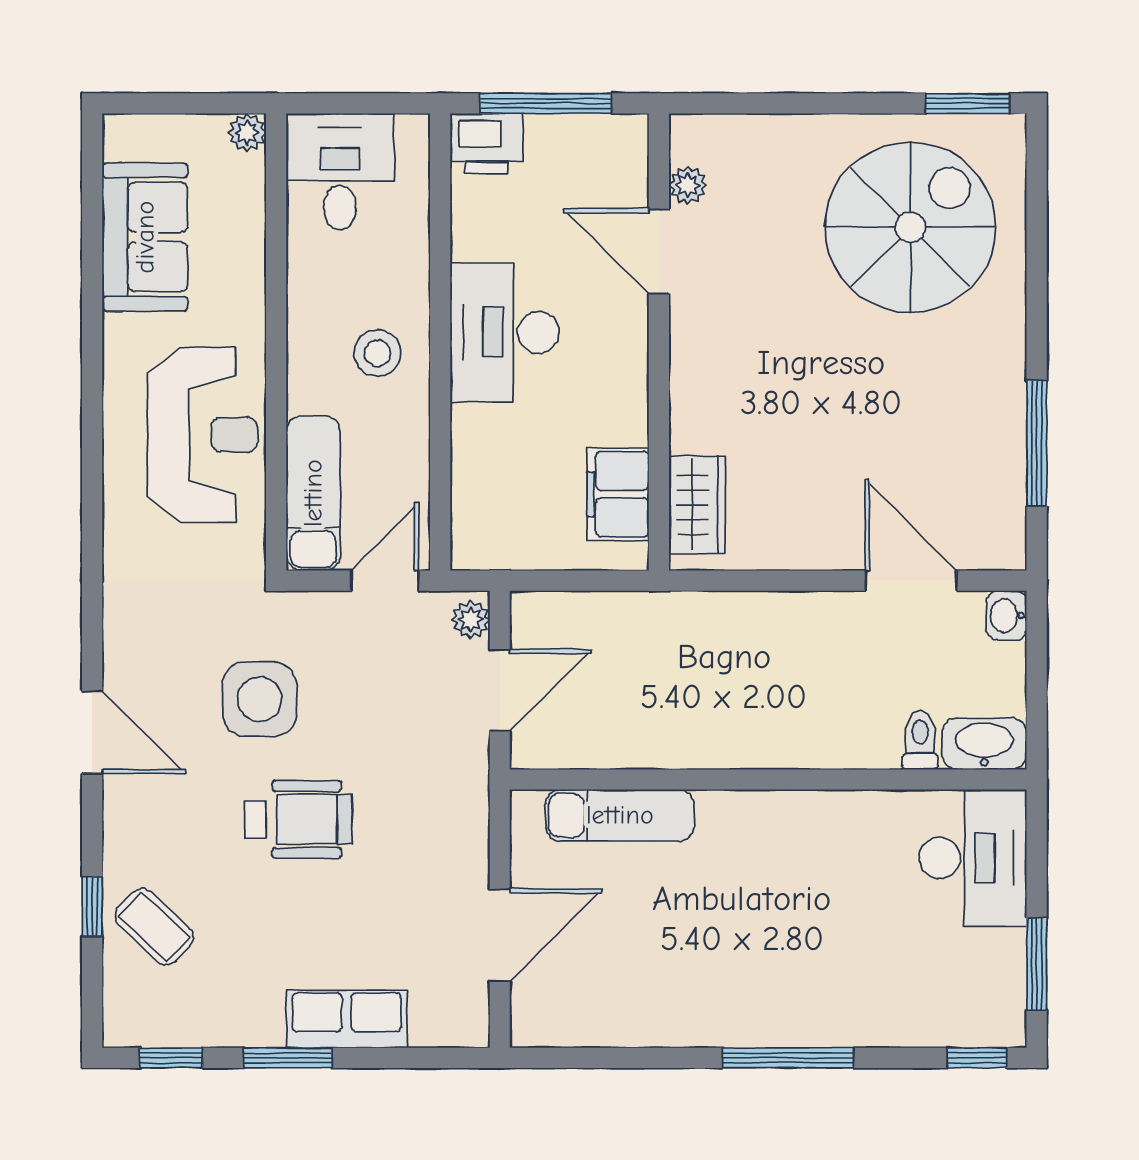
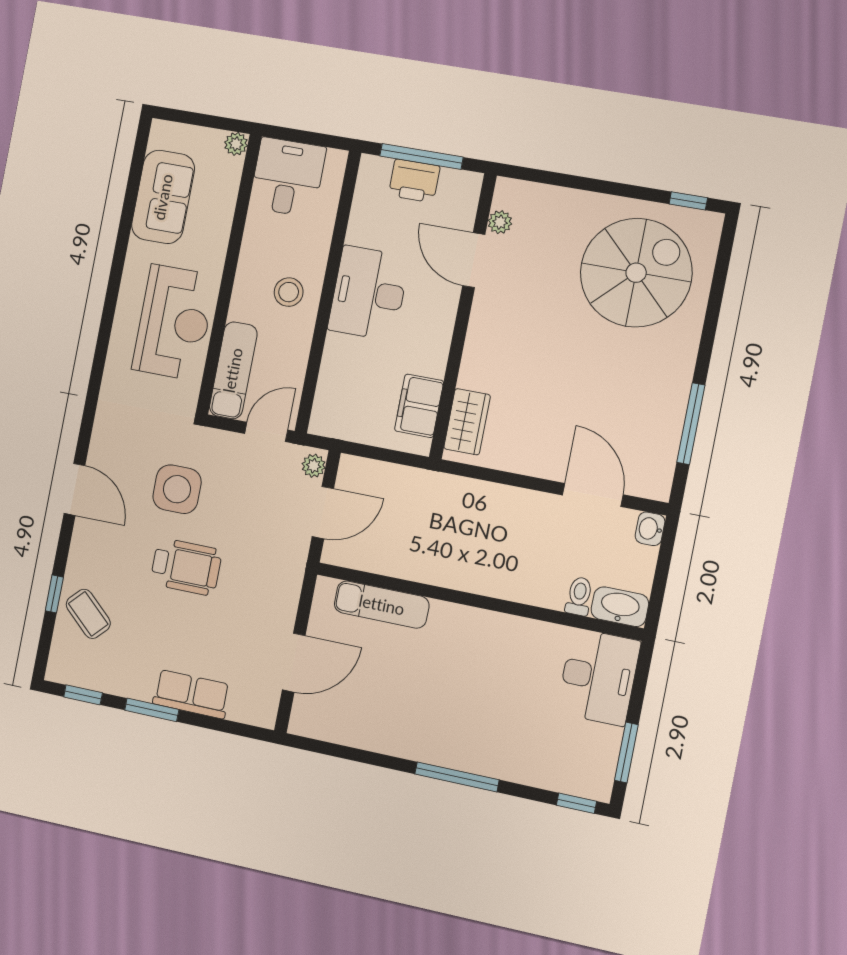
window: (968, 103) -> (688, 201), width x0.67
printer: (487, 144) -> (414, 181), moved

